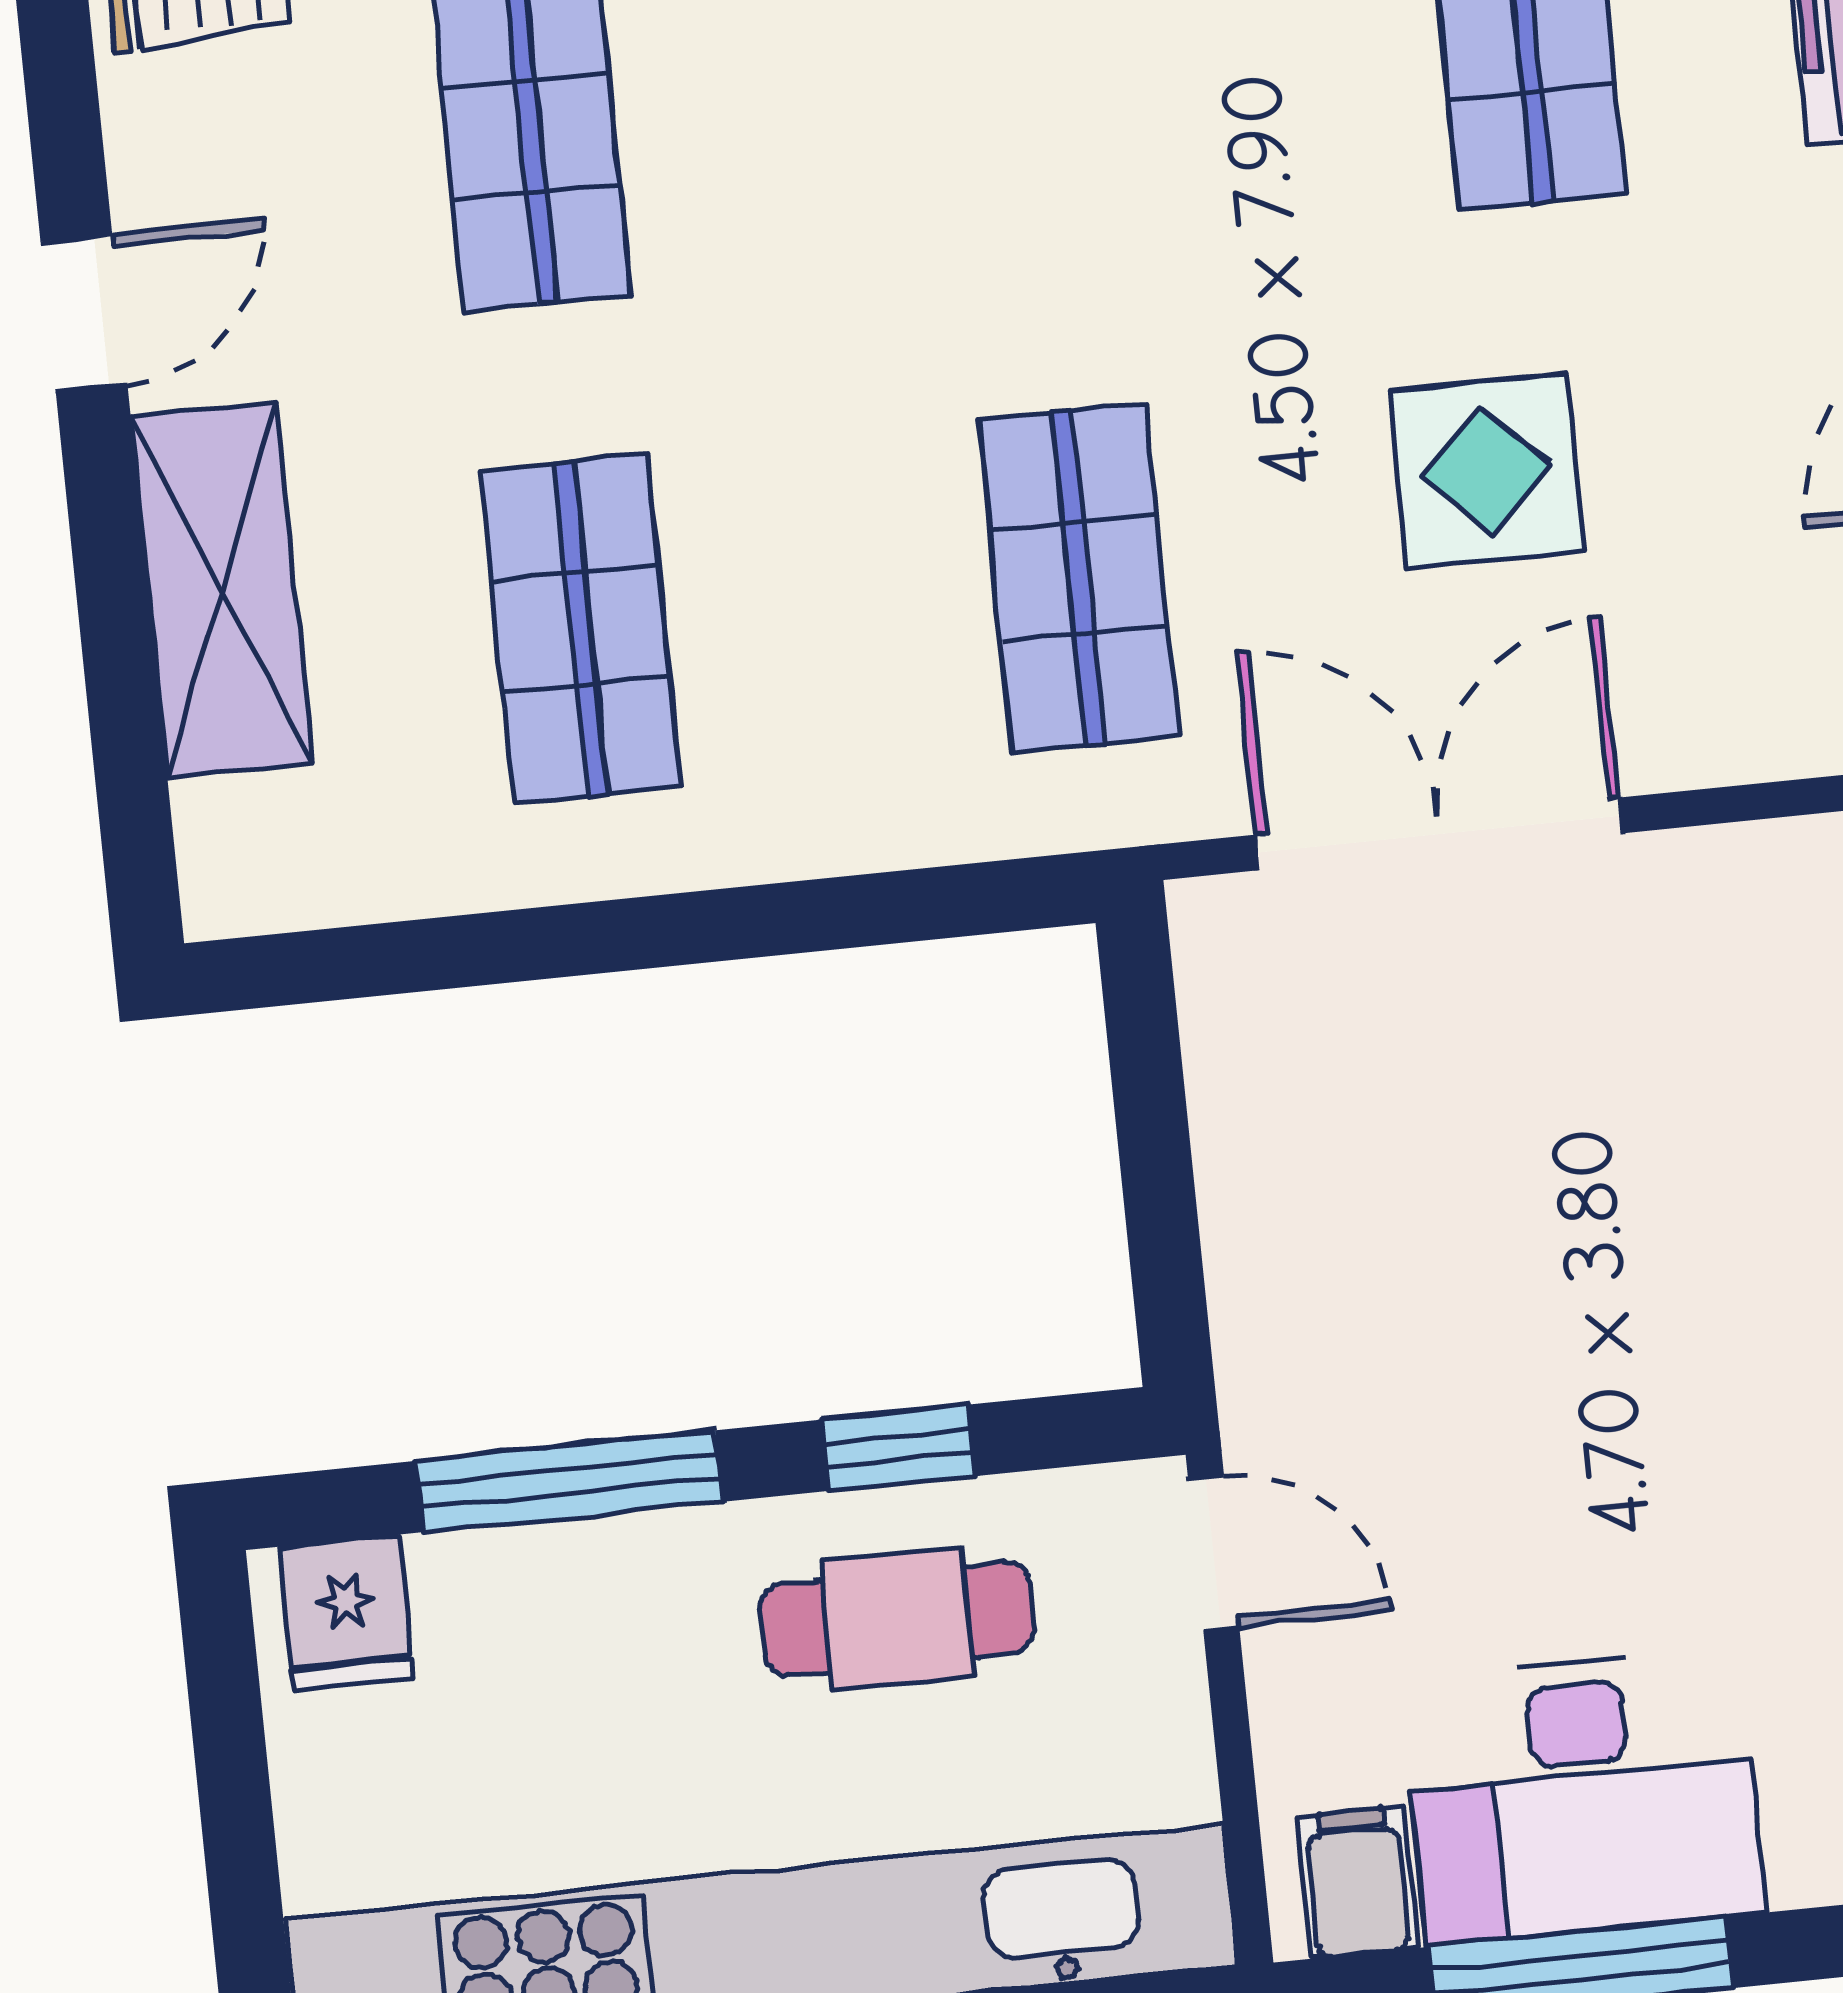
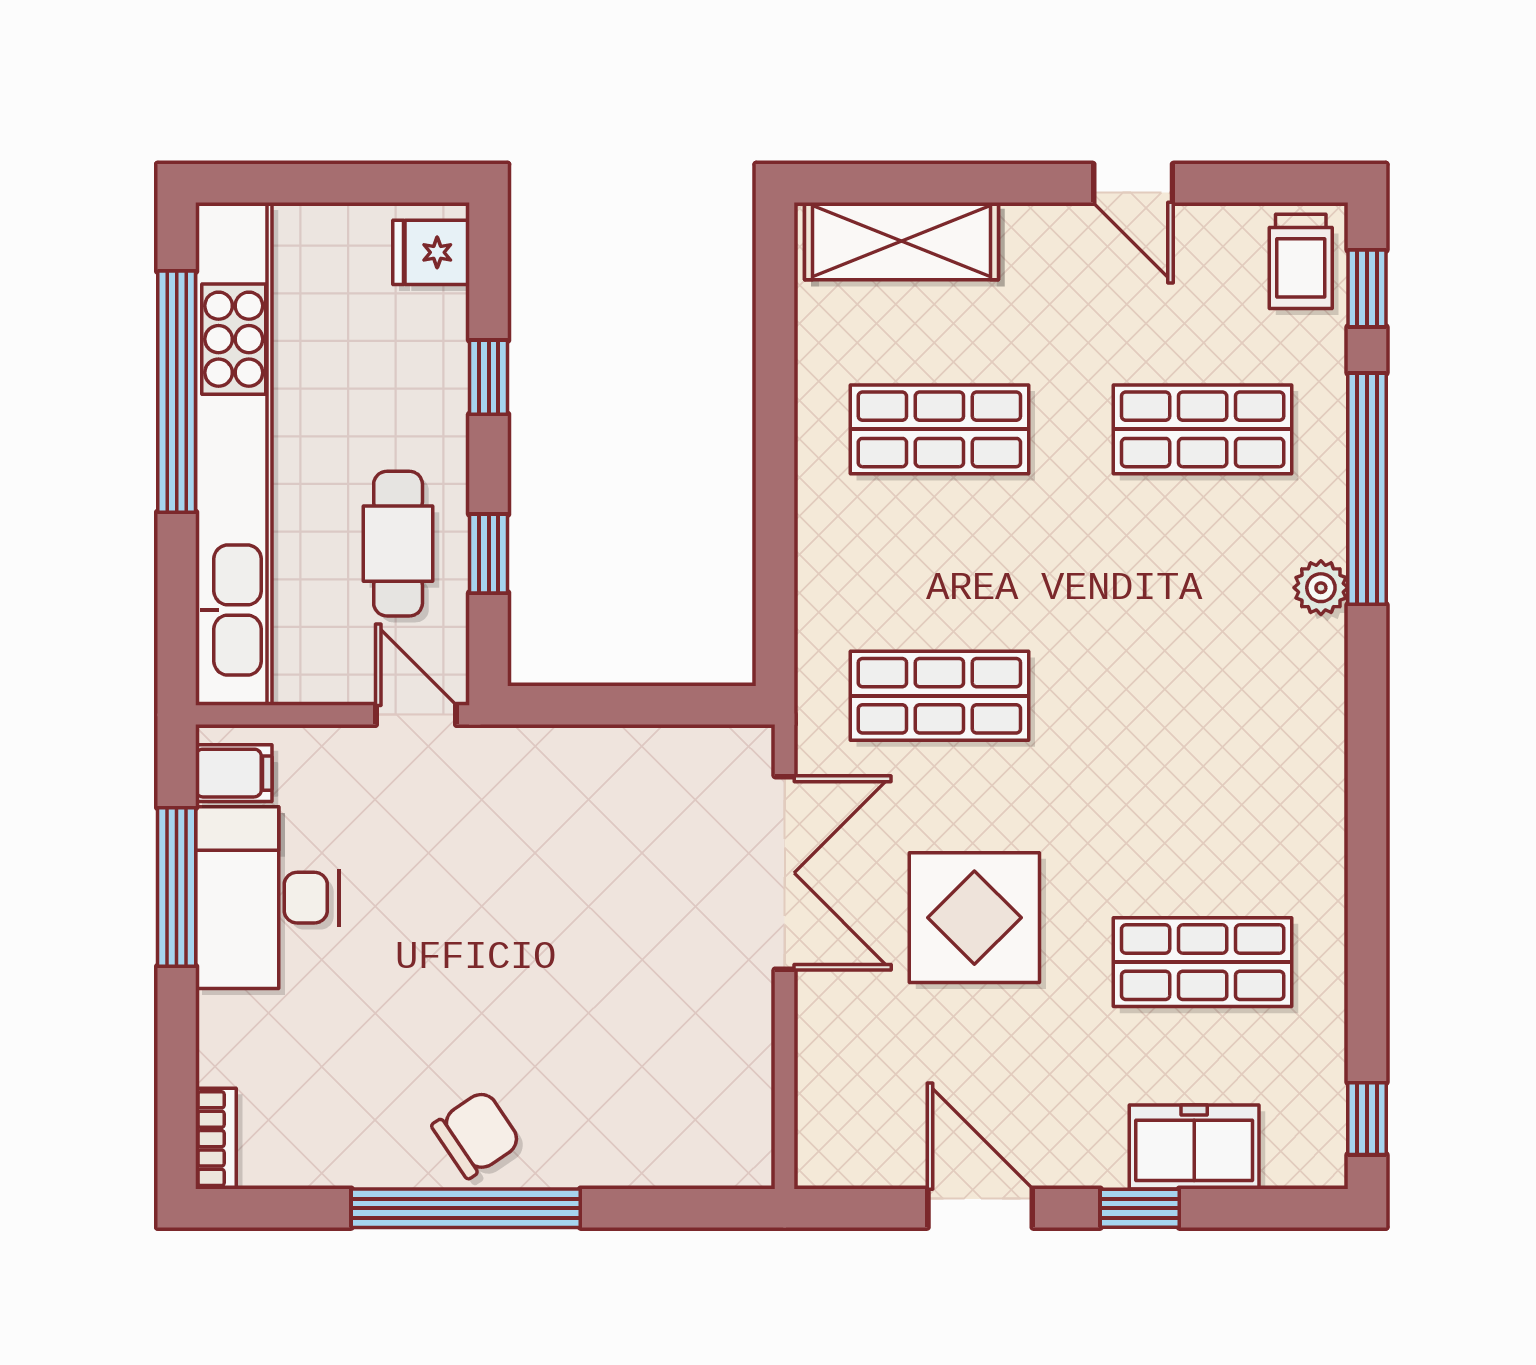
display table: (1487, 471) -> (974, 918), width x1.36, depth x1.36
shelving: (221, 590) -> (902, 241), moved
window: (569, 1481) -> (489, 377), width x0.46
door: (1214, 1553) -> (416, 715), swing flipped

